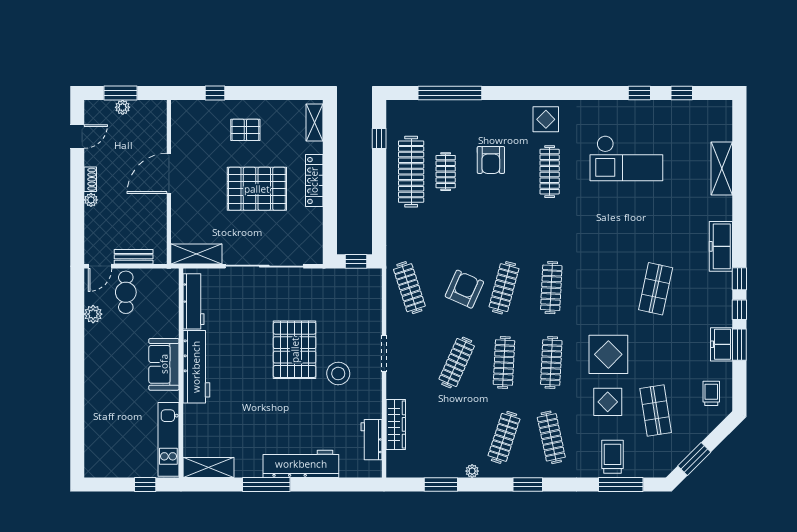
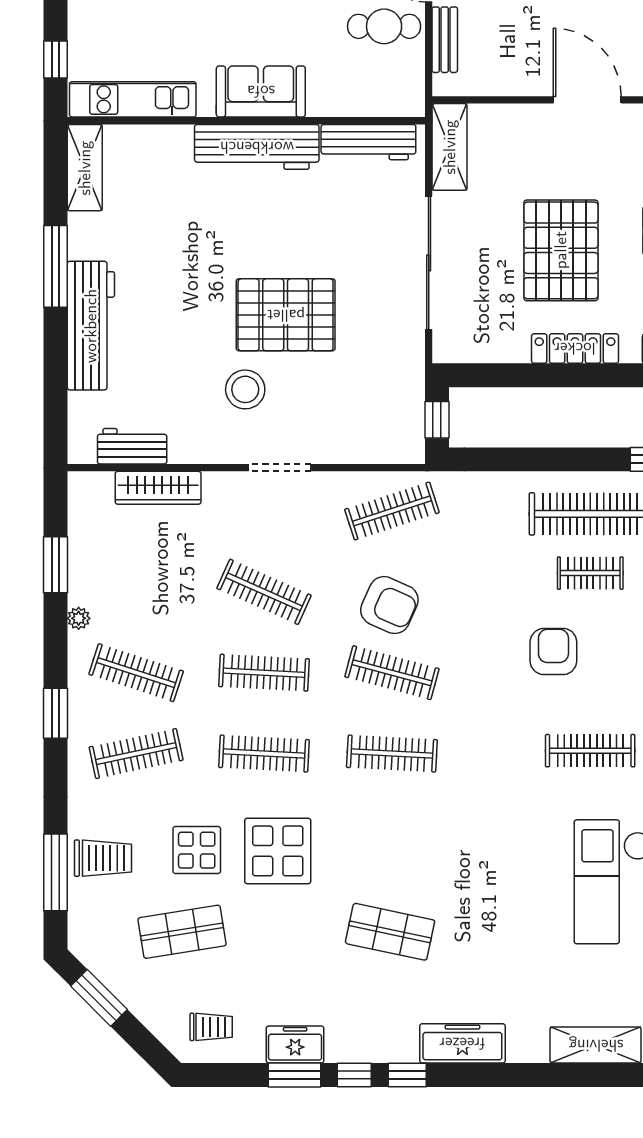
armchair: (491, 160) -> (553, 651), moved, turned 90

